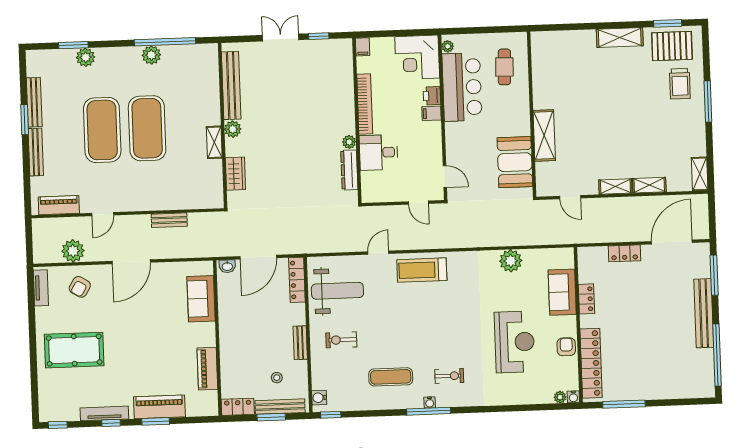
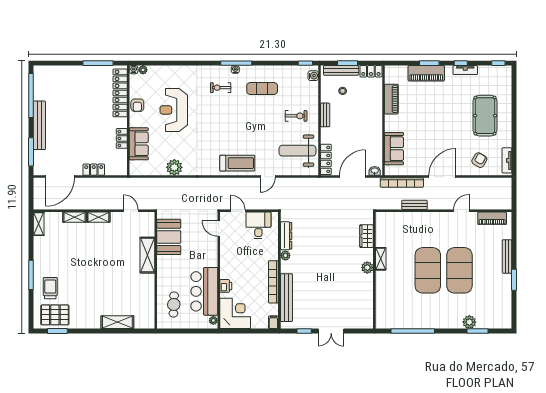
shelving: (620, 38) -> (117, 322), moved
plant: (151, 55) -> (423, 322), removed
bench: (231, 85) -> (286, 298), moved
bench: (34, 102) -> (507, 292), removed
filing cabinet: (431, 113) -> (227, 274), removed
desk: (379, 152) -> (258, 225), moved, turned -90
plant: (73, 251) -> (483, 186), removed
bookcase: (188, 251) -> (402, 183), added
pool table: (74, 350) -> (485, 116), turned 90
tv unit: (104, 413) -> (465, 70), width x0.71

